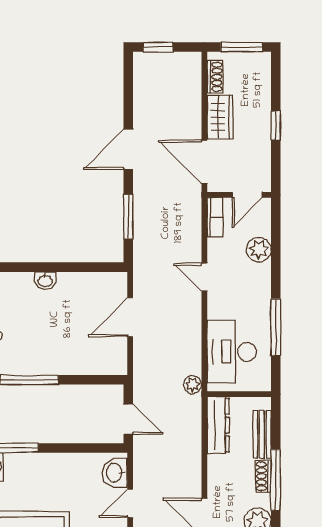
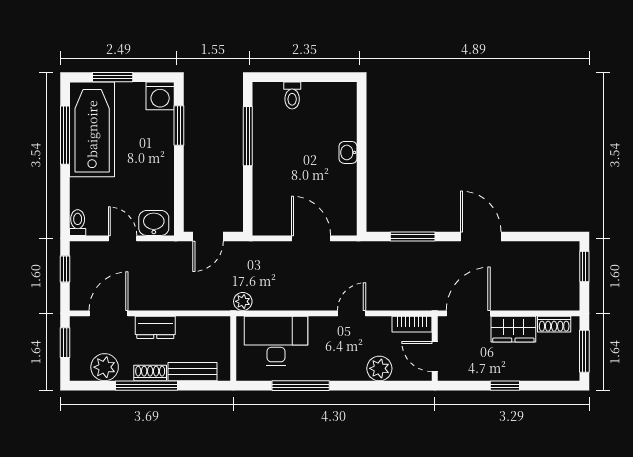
dresser: (218, 425) -> (155, 327), moved, width x0.70

